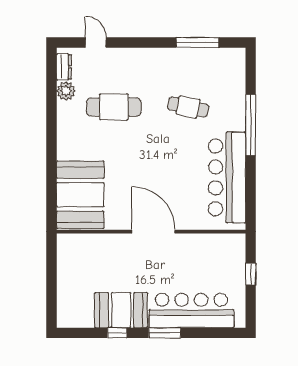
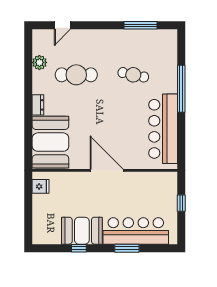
door: (96, 43) -> (62, 25), swing flipped
dresser: (64, 67) -> (38, 105), moved
fridge: (67, 252) -> (41, 186), added
window: (165, 333) -> (127, 248), moved

